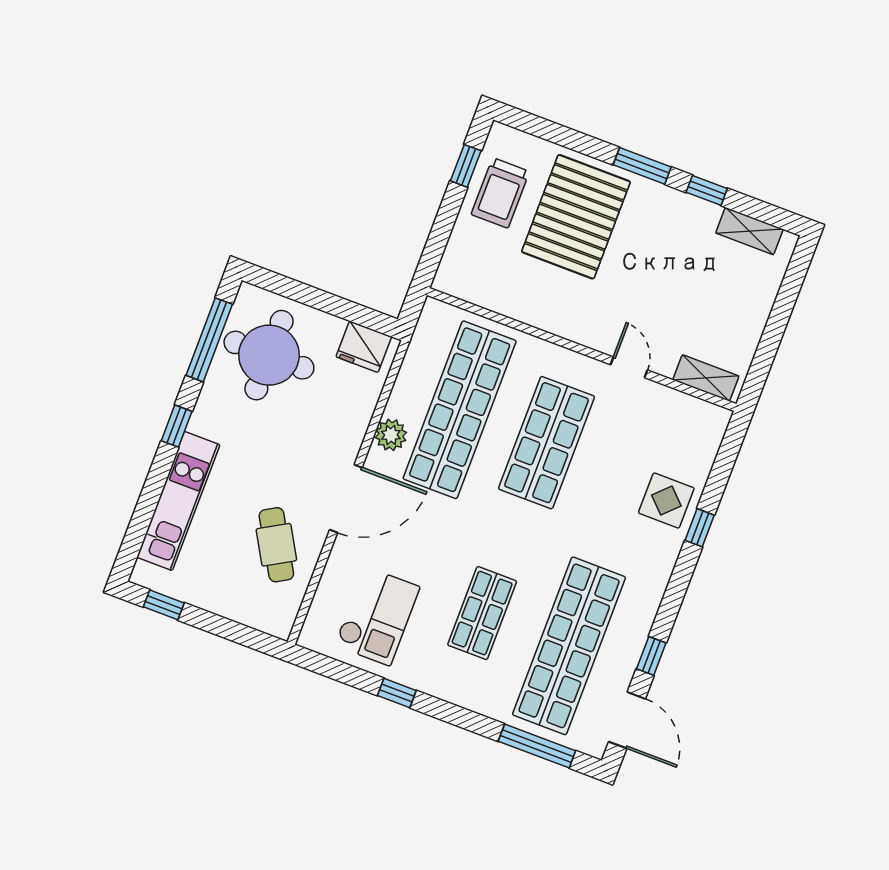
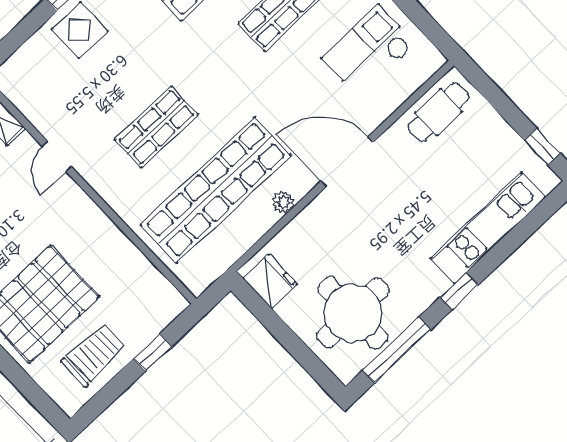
window: (466, 166) -> (153, 352), moved
plant: (391, 435) -> (283, 202), width x0.73, depth x0.73
shop shelf: (547, 443) -> (156, 127), width x0.70, depth x0.74
cafe table: (276, 545) -> (439, 112), moved, turned 30

